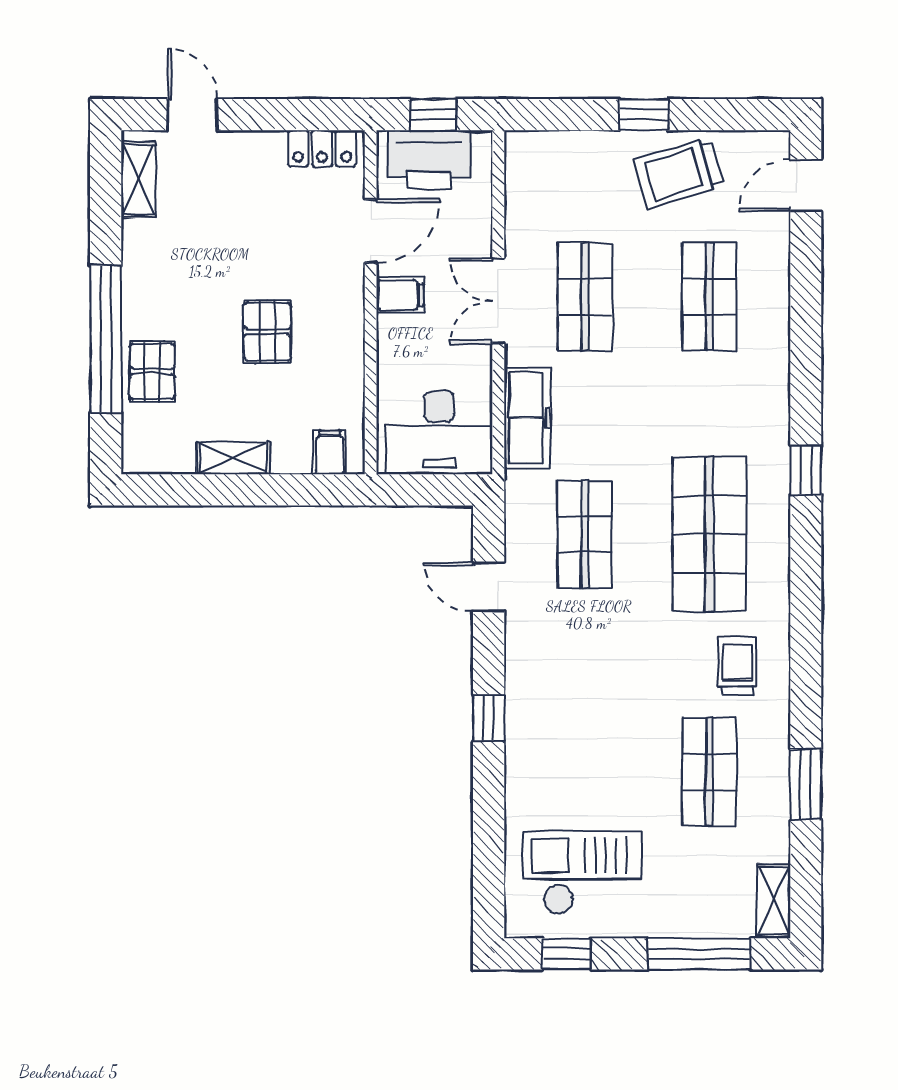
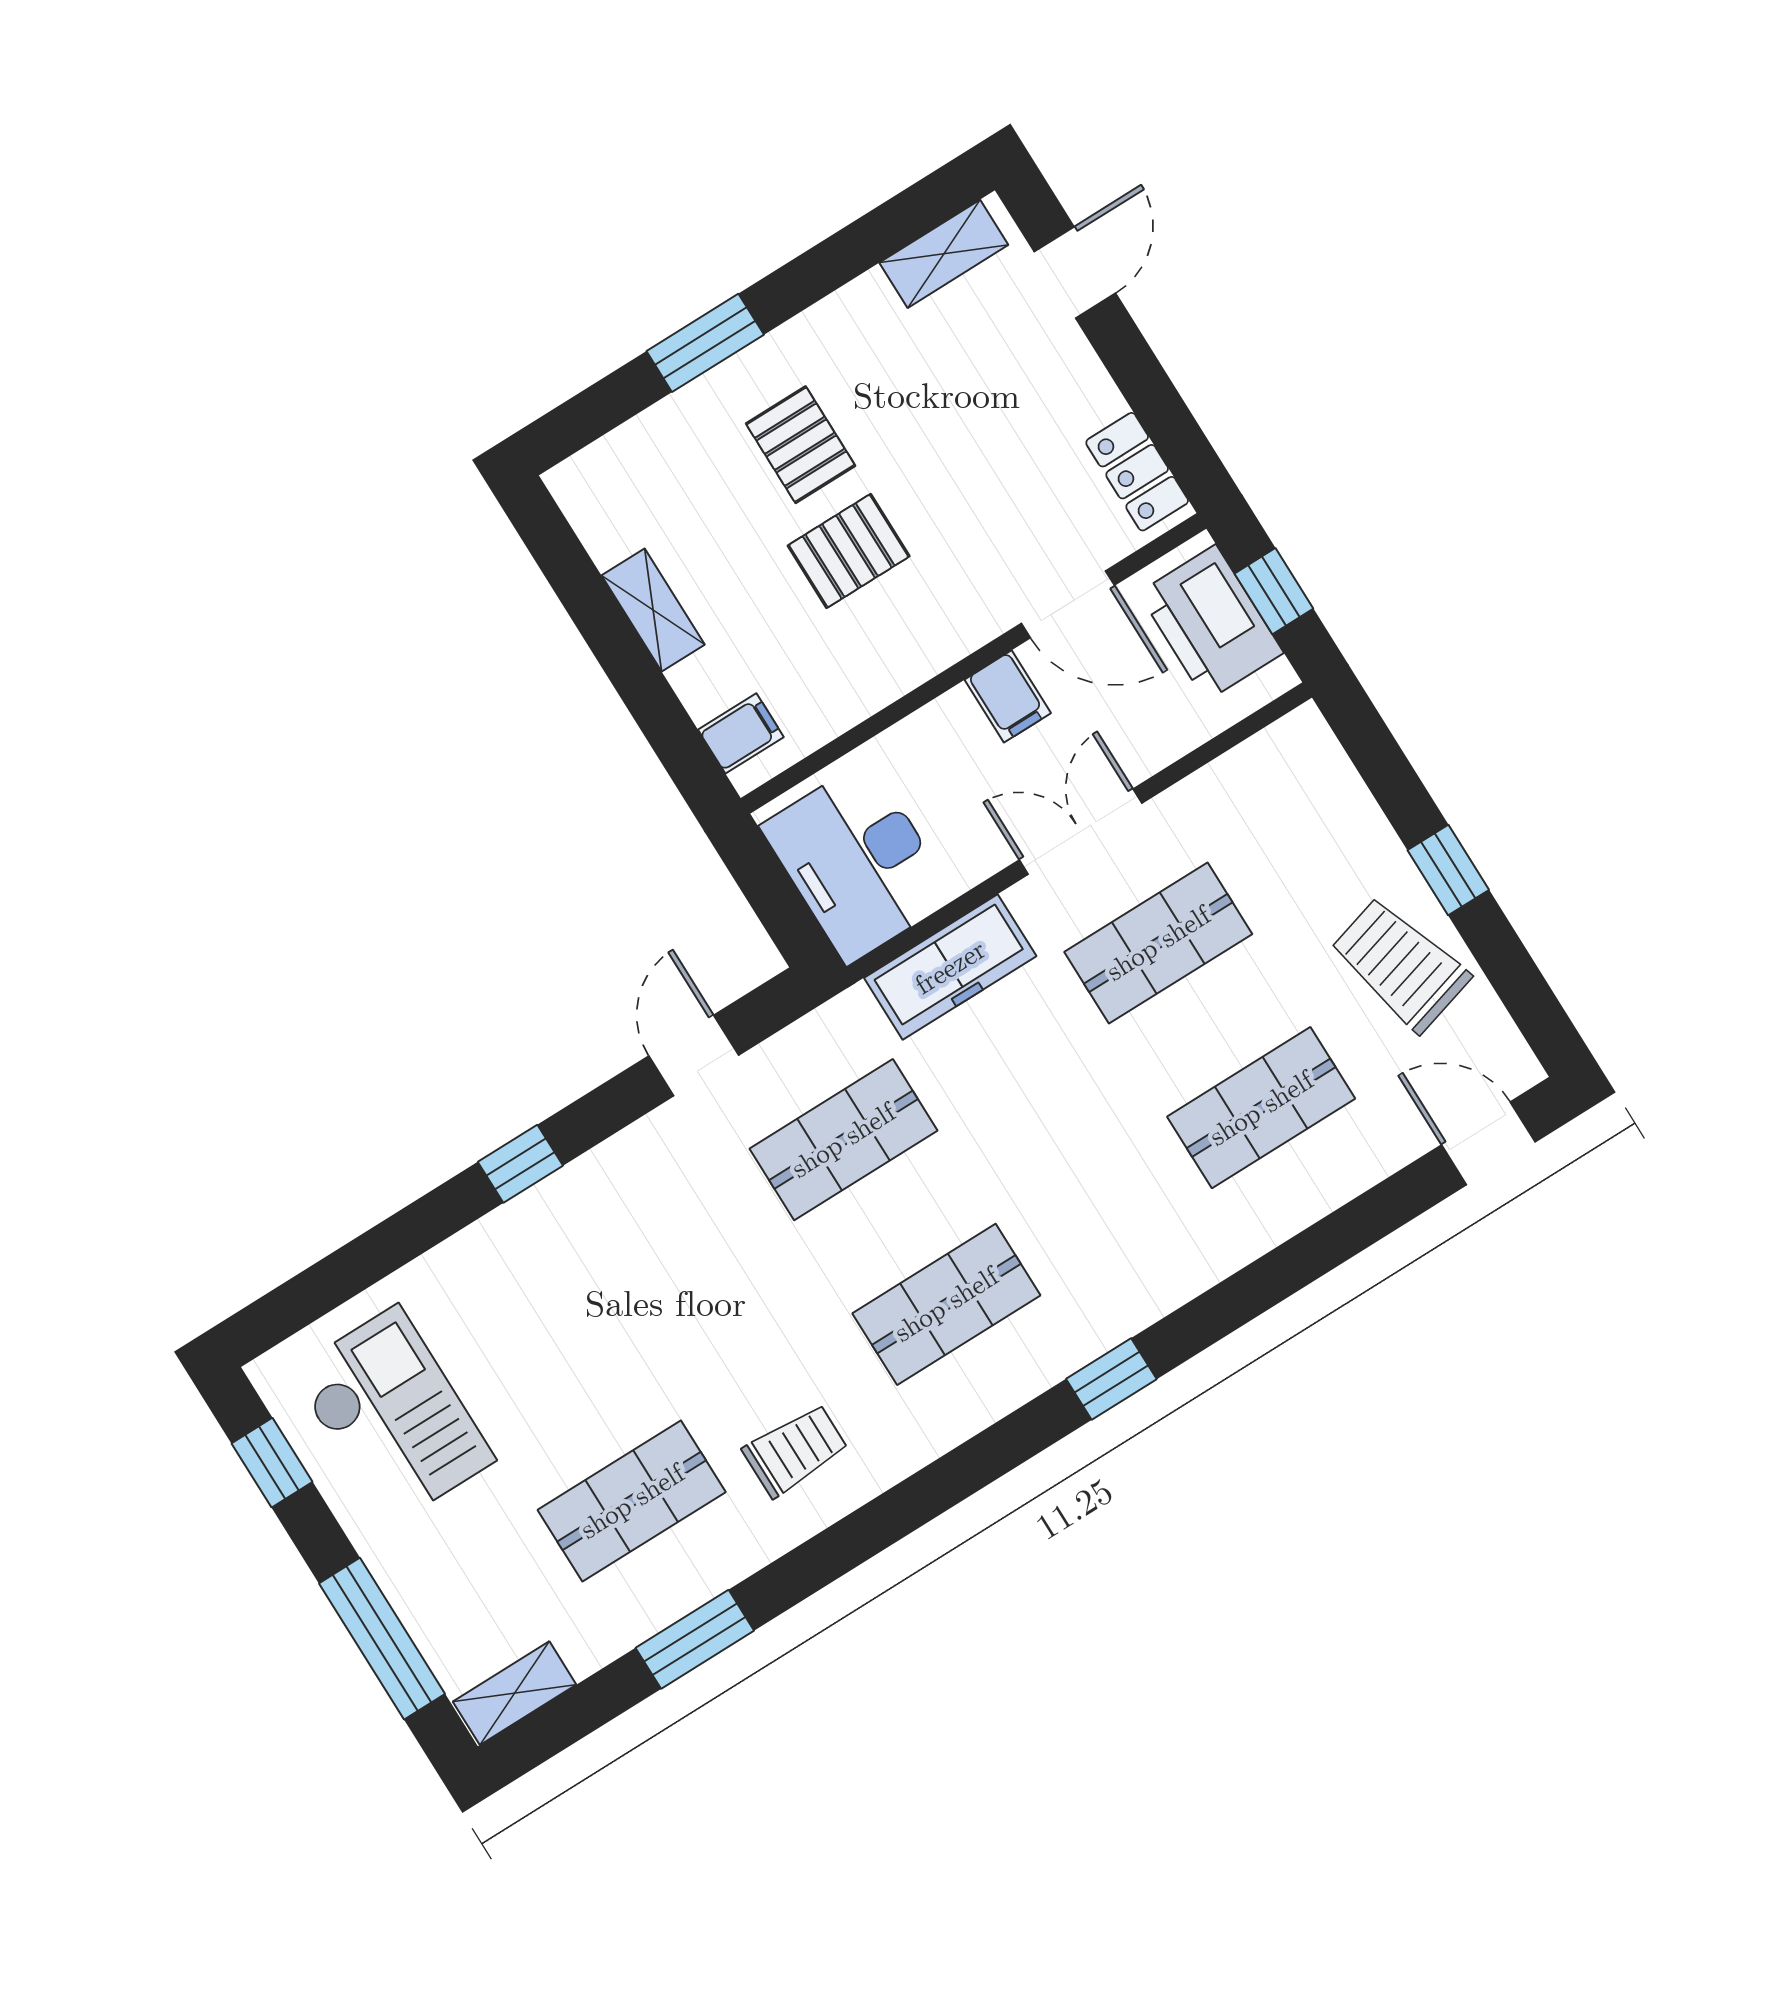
window: (106, 339) -> (705, 343), width x0.47
pallet: (152, 371) -> (801, 445), moved, turned 90
shop shelf: (709, 534) -> (946, 1304), width x0.70, depth x0.74

